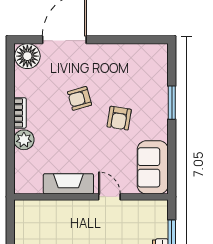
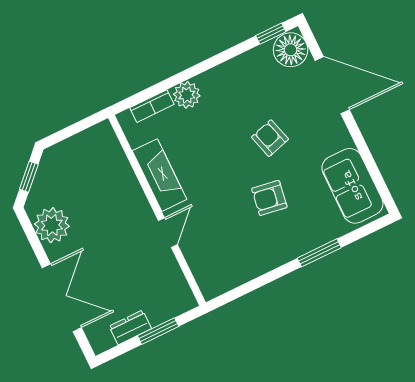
window: (10, 64) -> (271, 34), added
bookcase: (20, 113) -> (152, 106), moved
sofa: (153, 167) -> (352, 186), moved, turned -90

